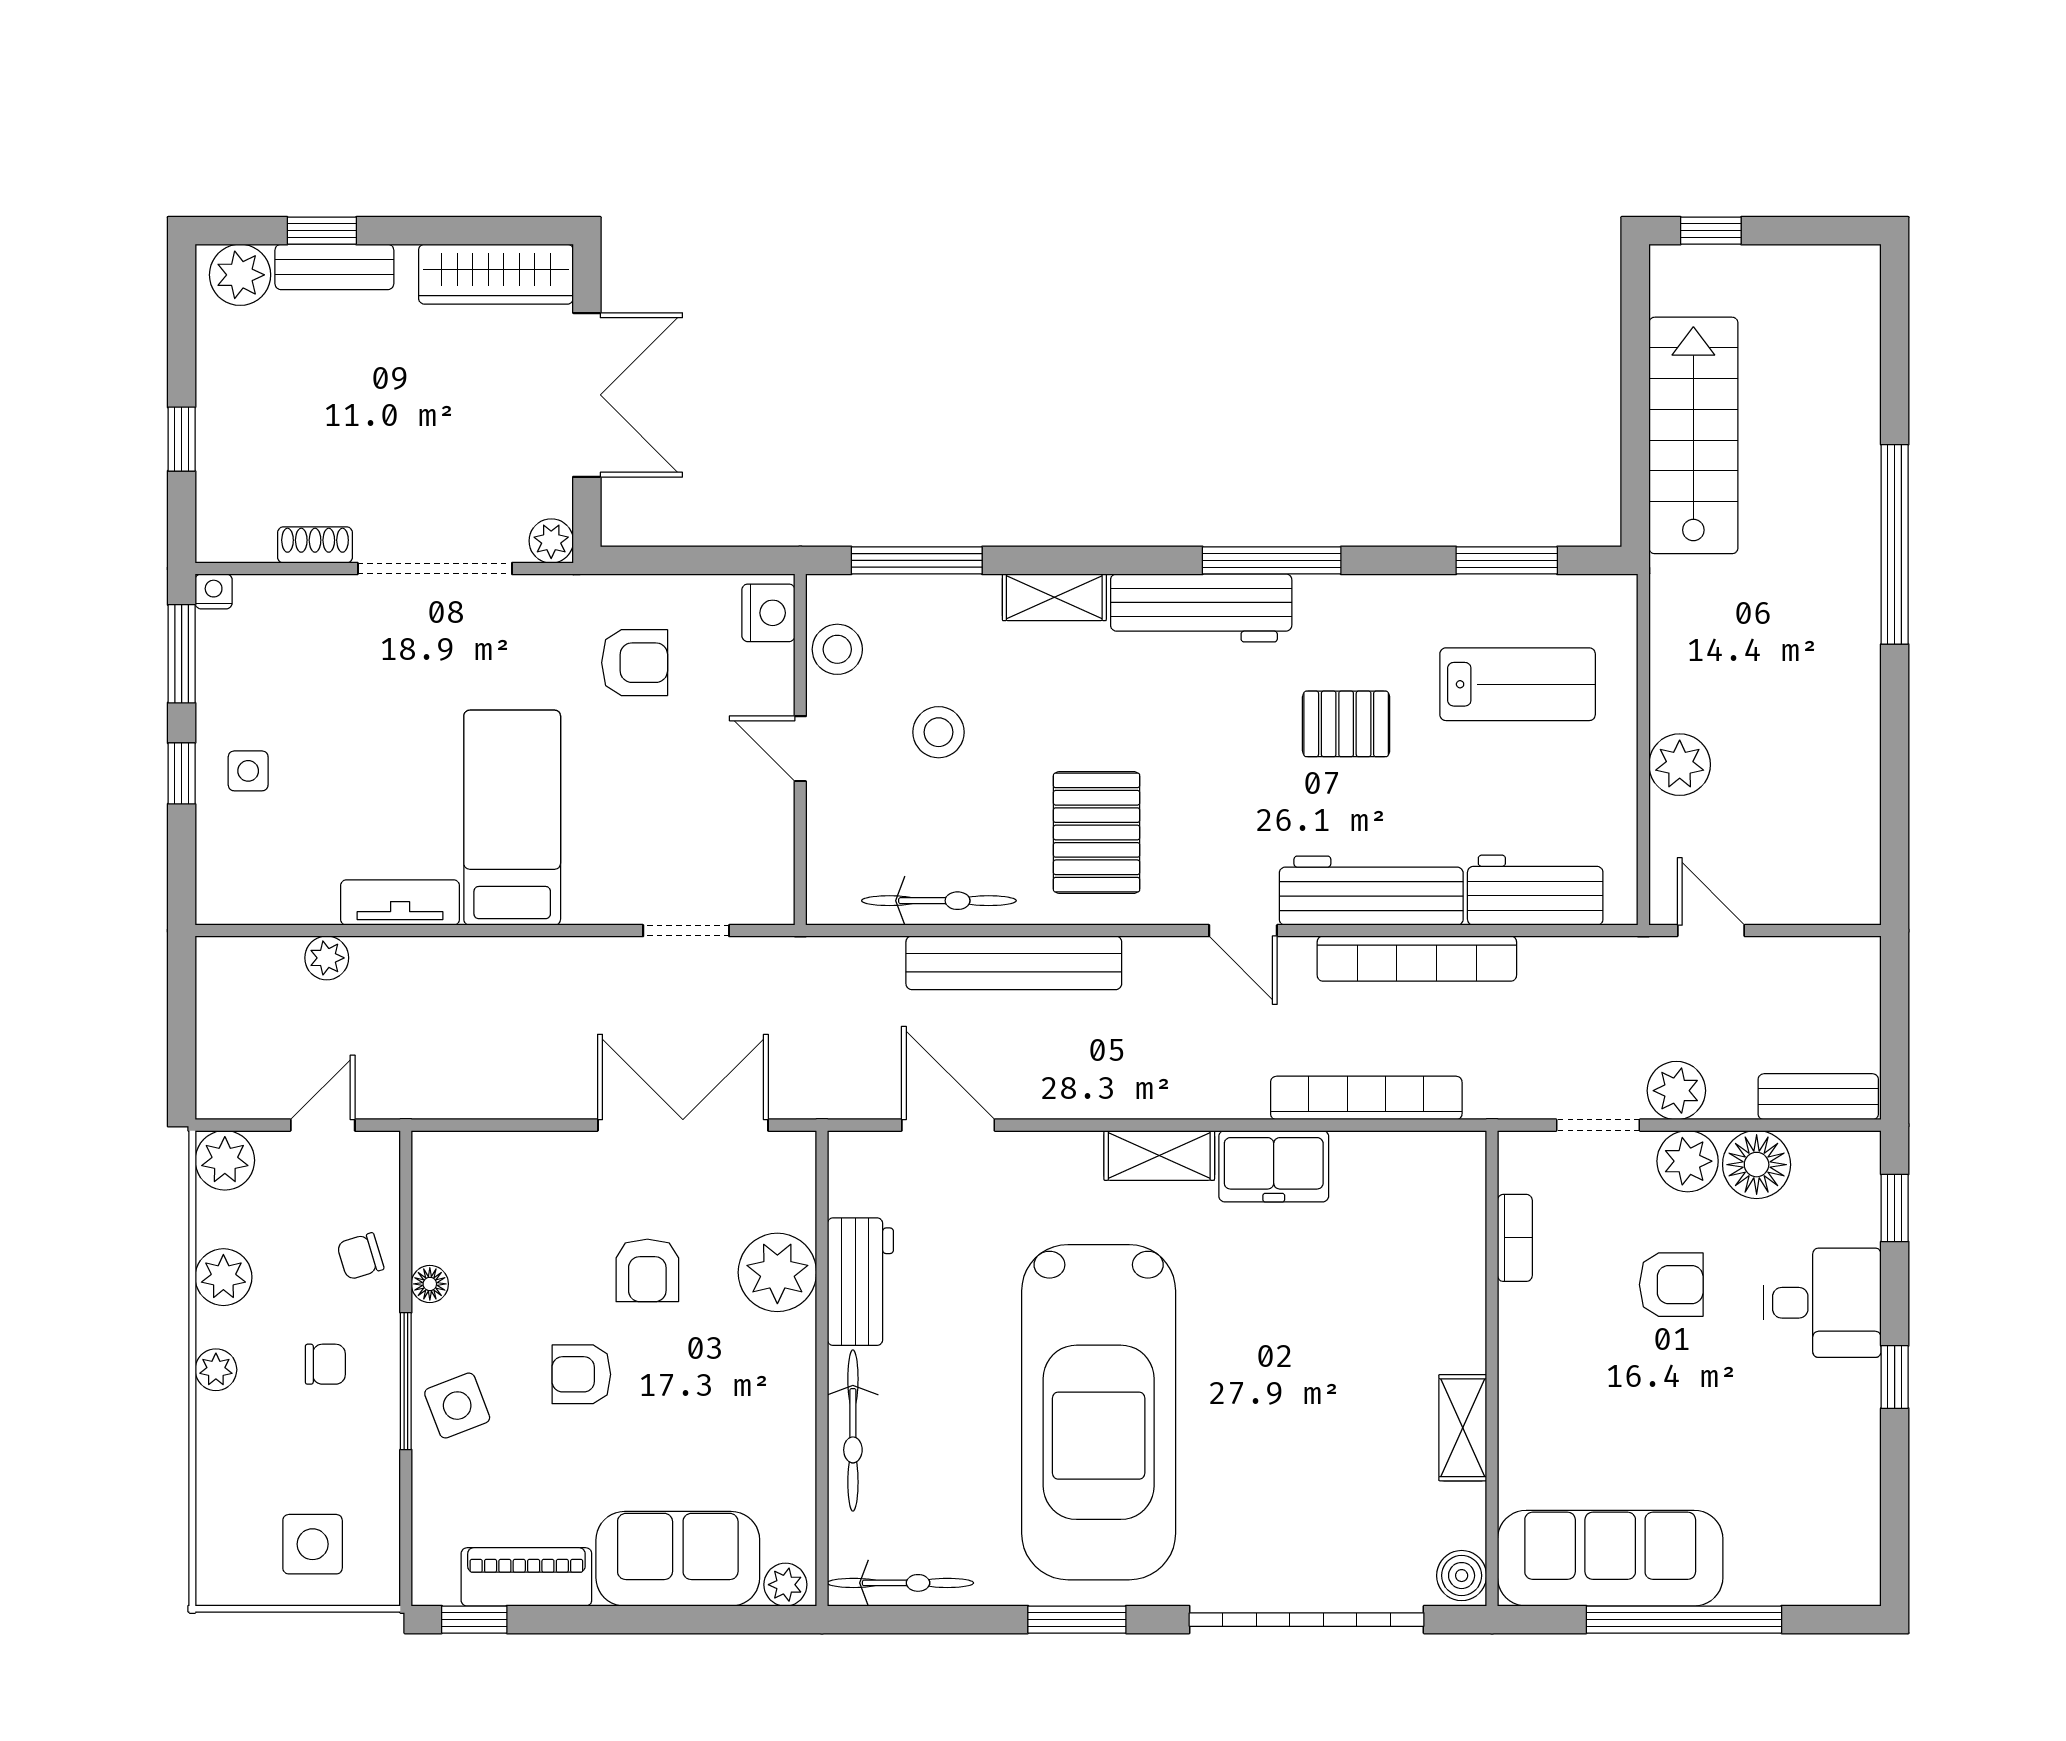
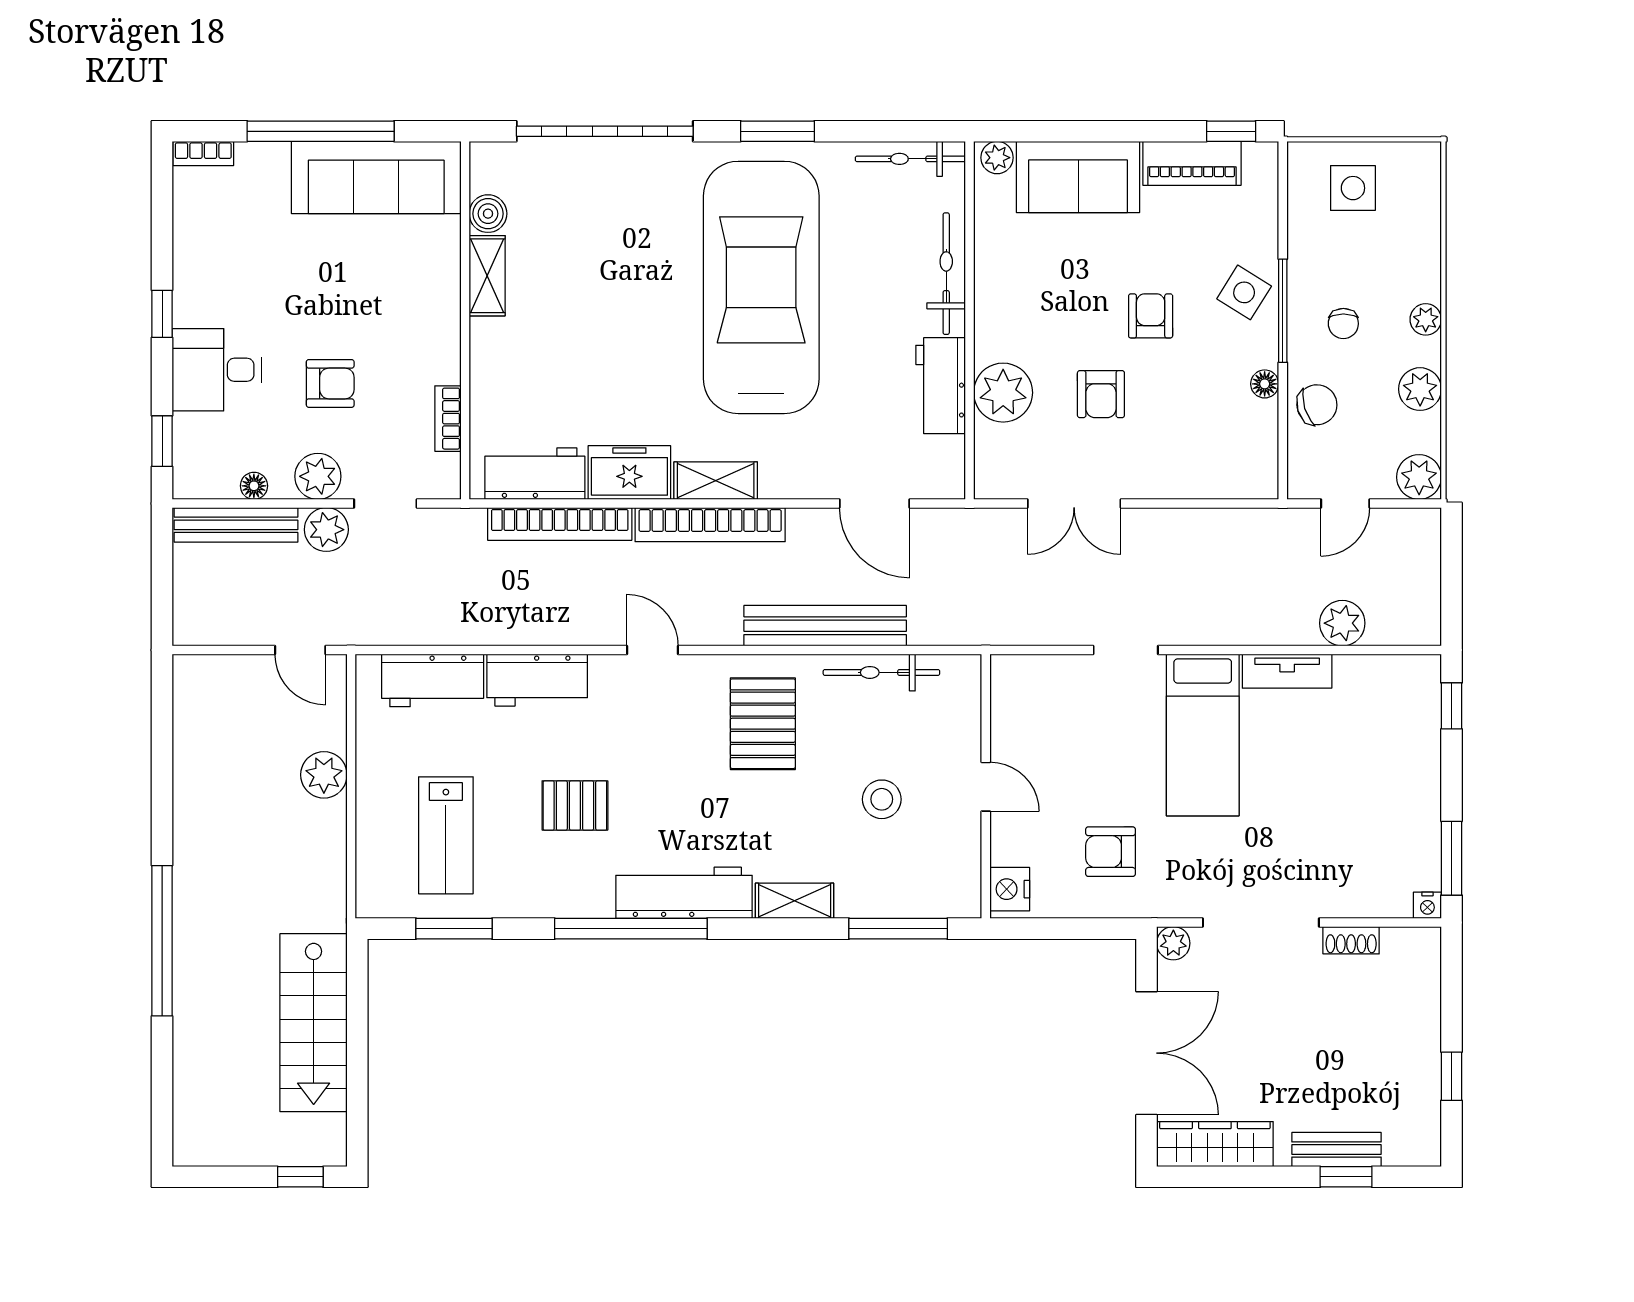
plant: (240, 275) -> (1408, 1144), removed
double door: (587, 395) -> (1146, 1053), swing flipped
window: (182, 439) -> (1452, 1076), moved
window: (1272, 560) -> (631, 929), width x1.46
stool: (837, 649) -> (958, 862), removed
lab bench: (1518, 684) -> (446, 835), turned -90
side table: (248, 771) -> (1401, 770), removed
window: (182, 773) -> (1452, 706), moved
workbench: (1371, 891) -> (537, 680), width x0.73
doorway: (686, 931) -> (1126, 650), moved
plant: (327, 958) -> (1342, 623), width x1.38, depth x1.38
bookcase: (1417, 959) -> (710, 525), moved, turned 180
bench: (1818, 1097) -> (236, 525), width x1.36
double door: (683, 1125) -> (1074, 503), width x0.73
workbench: (1399, 1165) -> (535, 474), added
floor lamp: (1757, 1165) -> (254, 486), width x0.53, depth x0.53
chair: (360, 1256) -> (1317, 405), width x1.37, depth x1.37
armchair: (647, 1270) -> (1101, 394), turned 180
armchair: (1671, 1285) -> (330, 383), turned 180
chair: (325, 1364) -> (1343, 324), turned -90
armchair: (581, 1374) -> (1151, 316), turned -90
side table: (457, 1406) -> (1244, 292), turned -37
boiler: (1462, 1576) -> (488, 214), moved
bookcase: (1840, 1590) -> (203, 154), added

